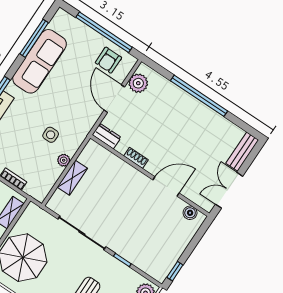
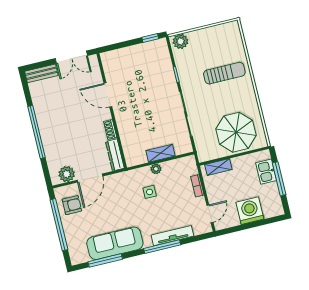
dresser: (107, 136) -> (115, 155), width x1.44
boiler: (190, 213) -> (108, 65), removed

